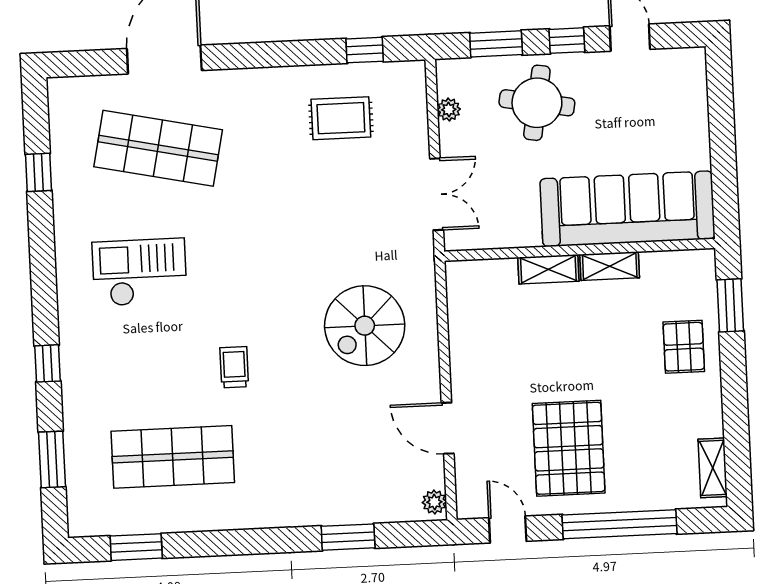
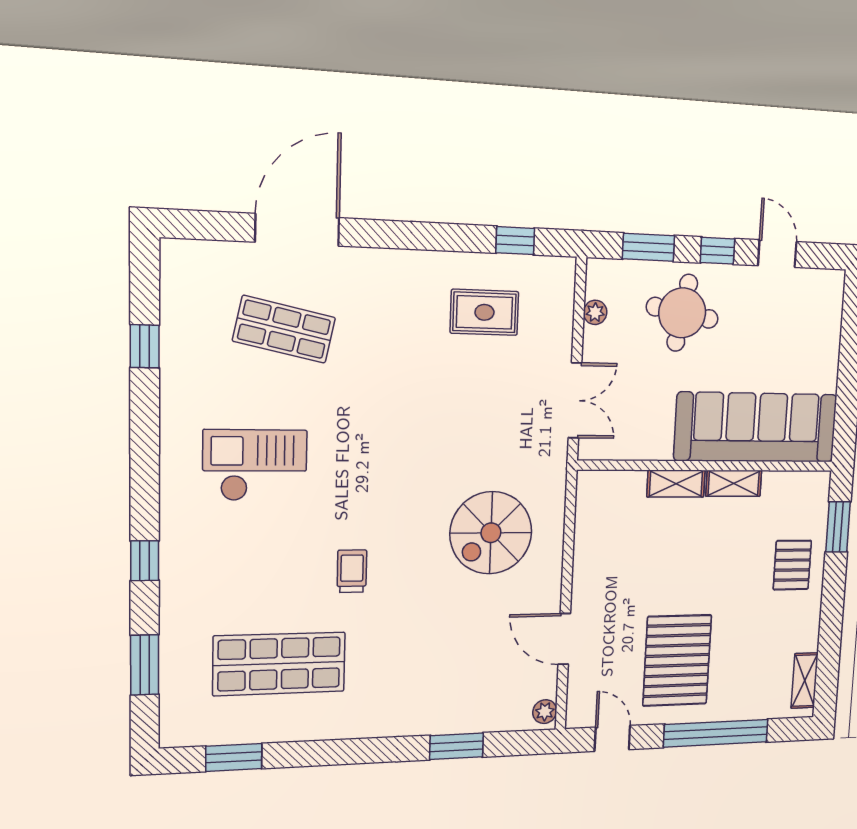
shop shelf: (158, 148) -> (284, 329), width x0.70, depth x0.74

